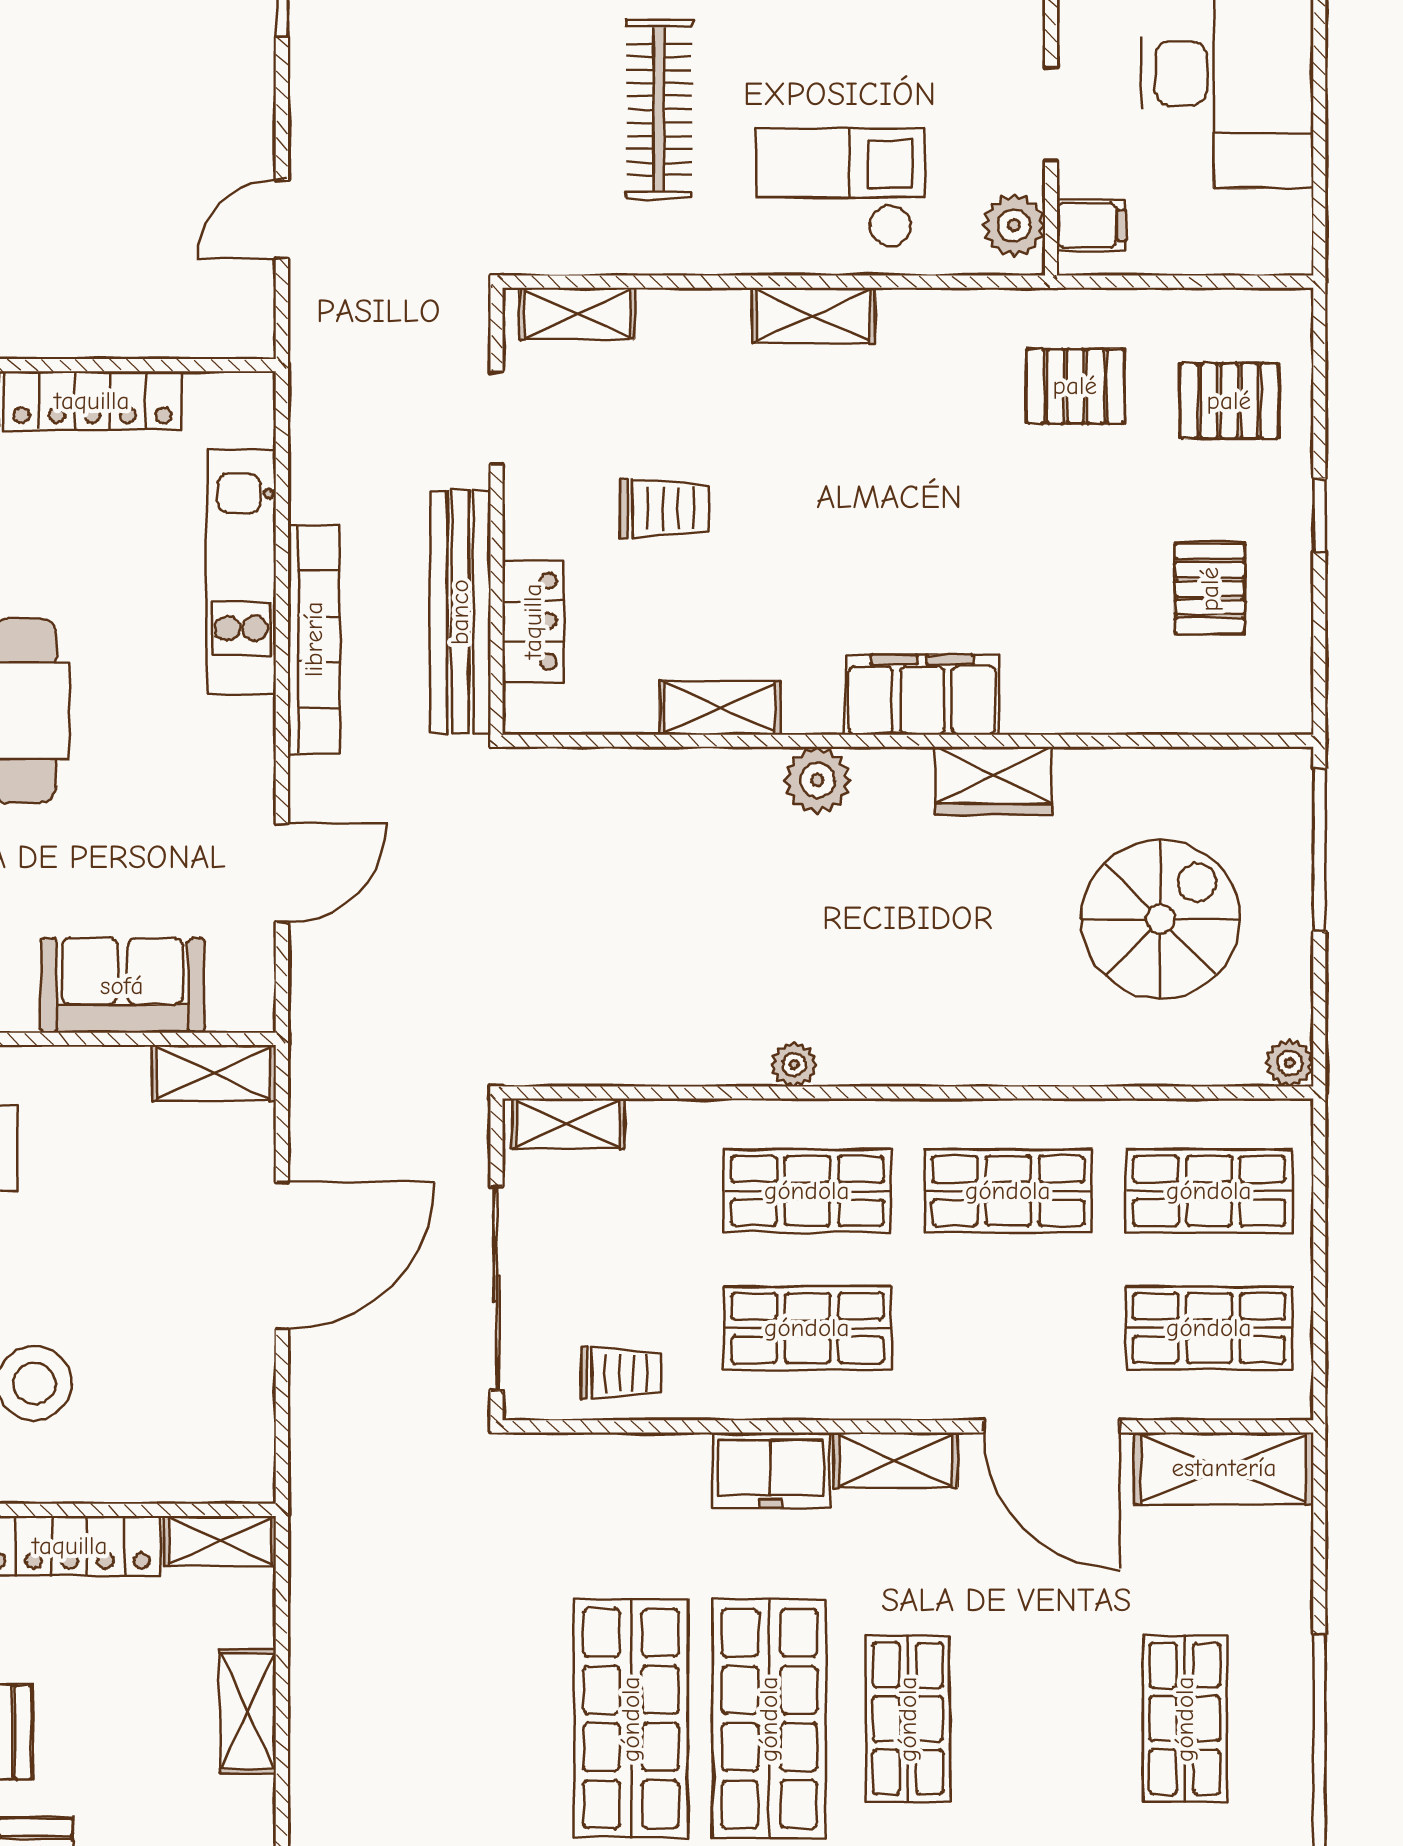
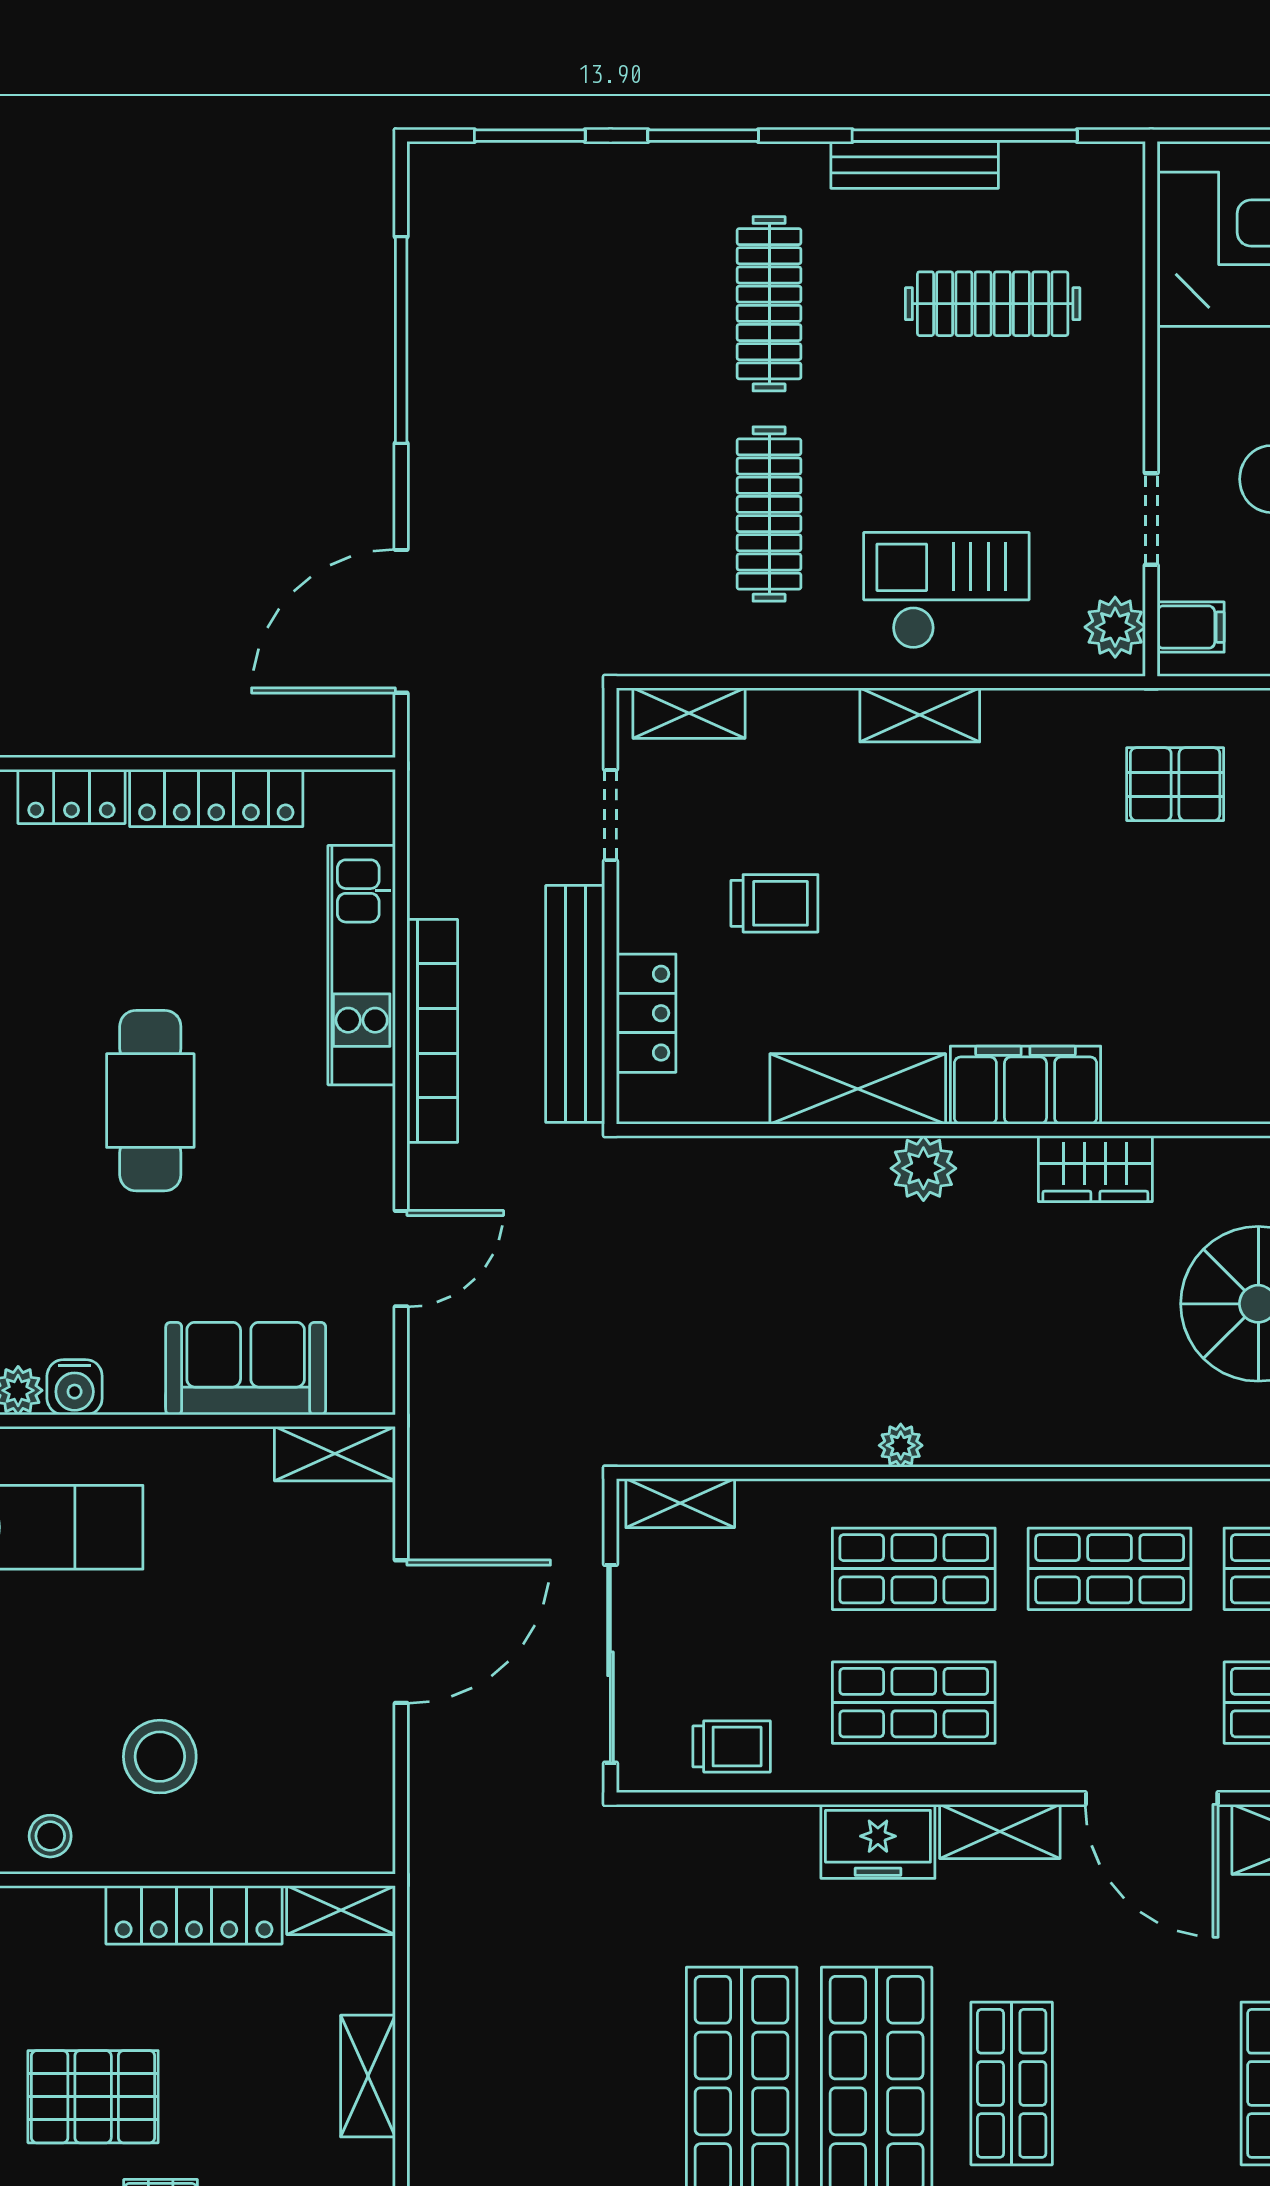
door: (282, 219) -> (401, 621), width x1.87
shelving: (720, 708) -> (858, 1089), width x1.50, depth x1.33

